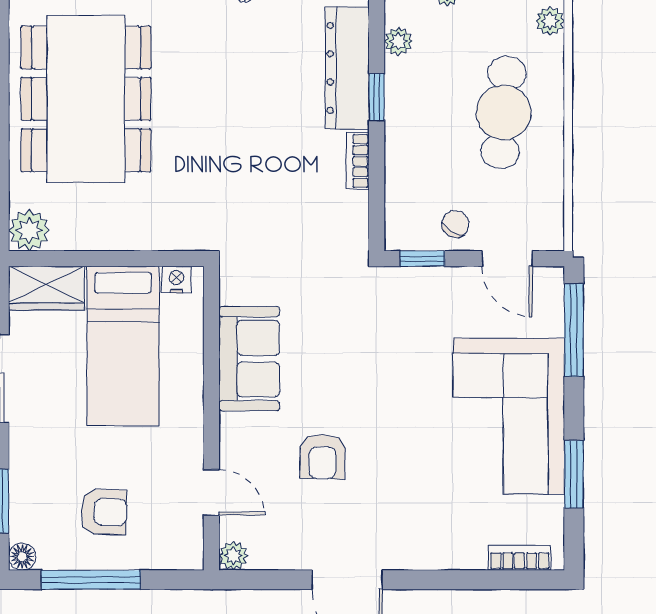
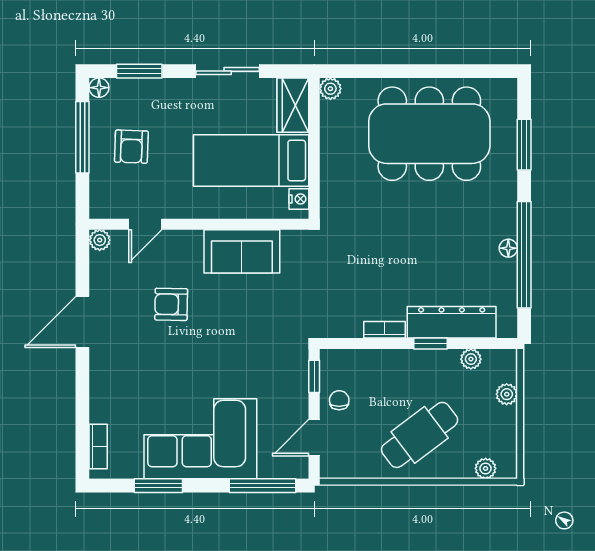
cafe table: (504, 112) -> (420, 435), turned -42
chair: (455, 224) -> (339, 400), turned -119
plant: (29, 230) -> (330, 89), width x0.73, depth x0.73

